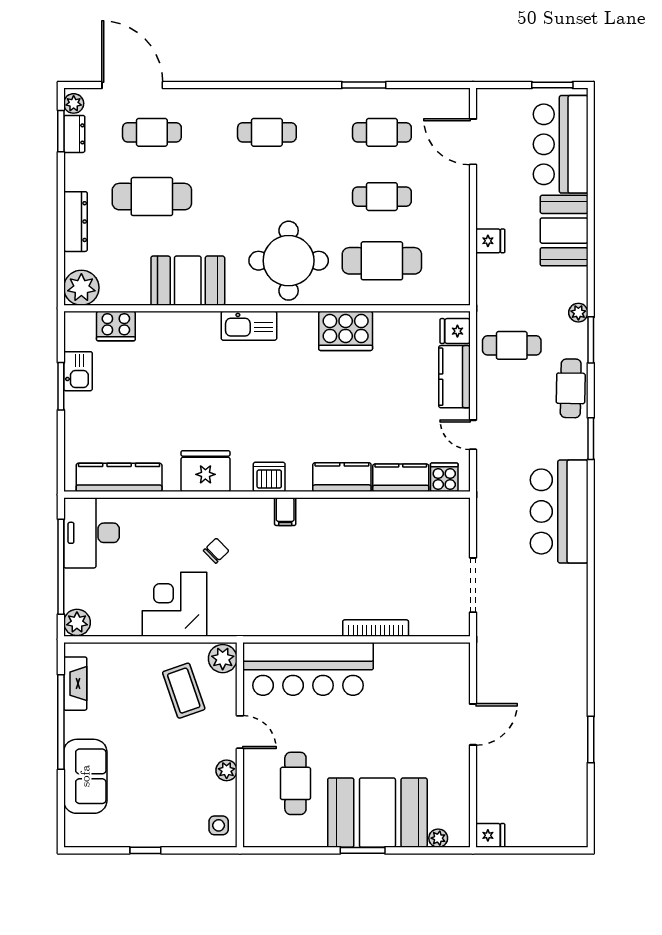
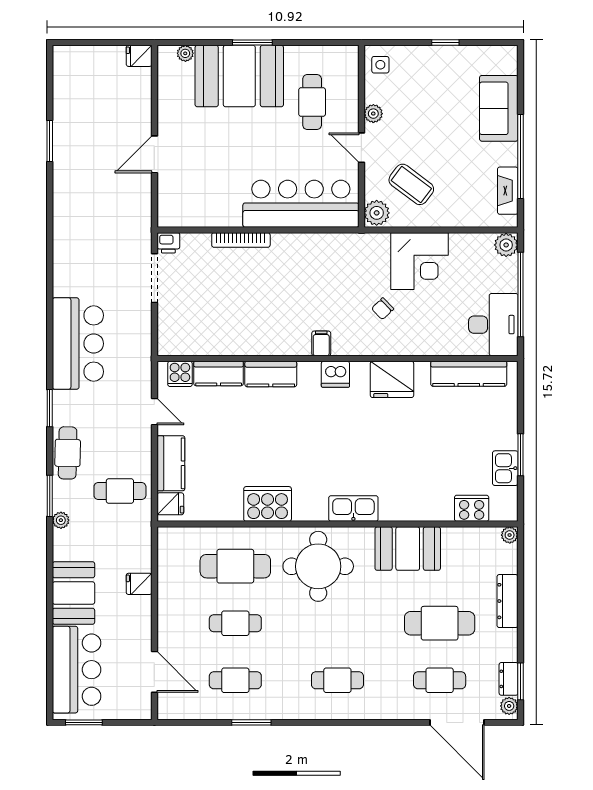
plant: (81, 288) -> (510, 535), width x0.53, depth x0.53
printer: (457, 625) -> (168, 243), added
coffee table: (184, 691) -> (411, 184), turned -34

